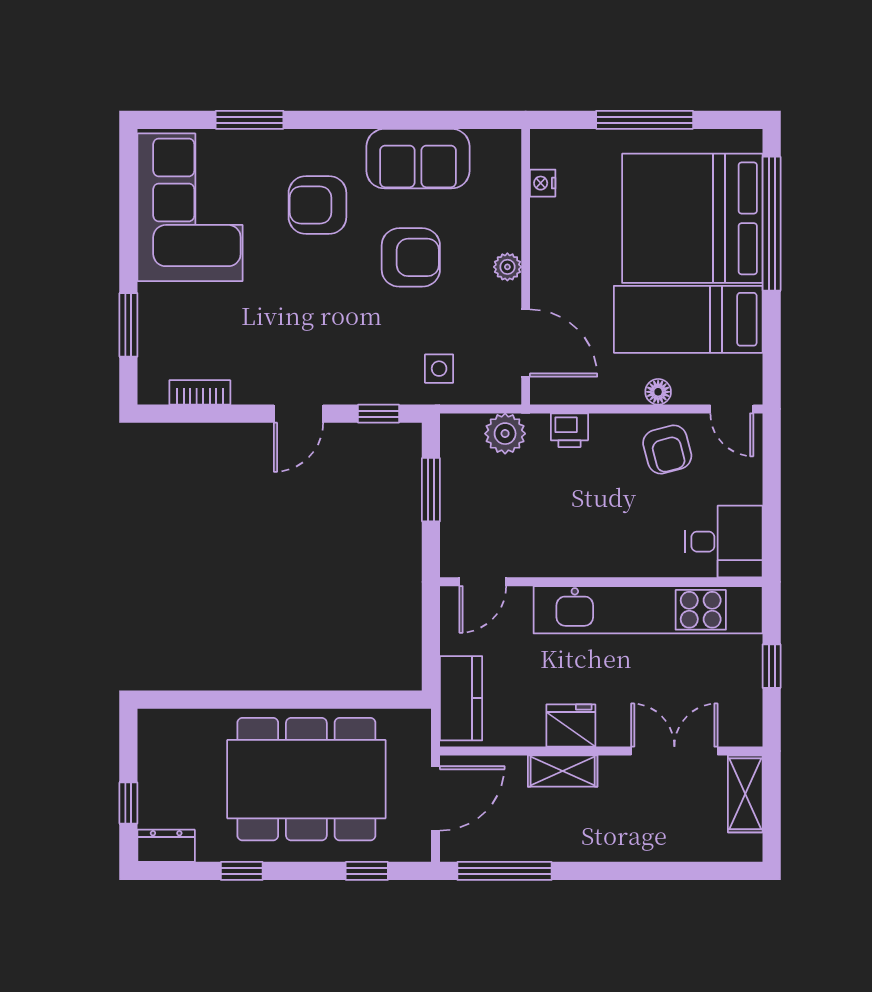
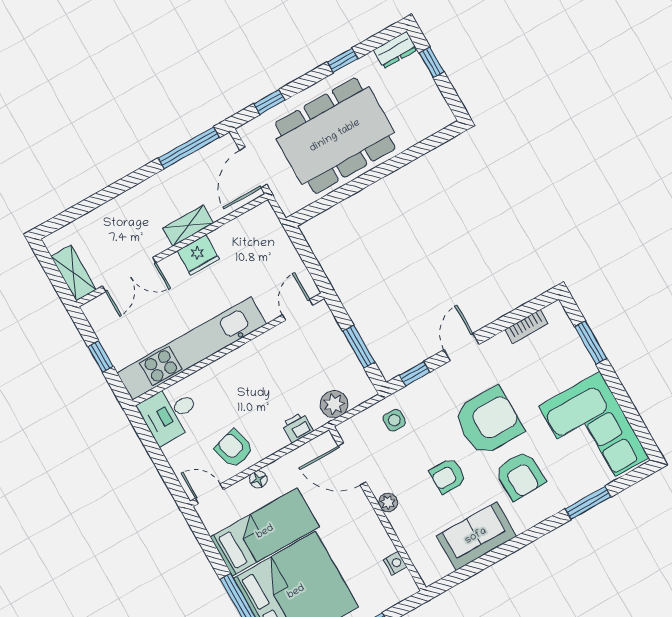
armchair: (317, 205) -> (520, 476), turned 88
armchair: (411, 257) -> (448, 476), width x0.72, depth x0.72
armchair: (318, 298) -> (488, 421), added
kitchen counter: (461, 698) -> (272, 234), removed

